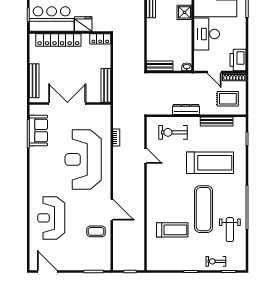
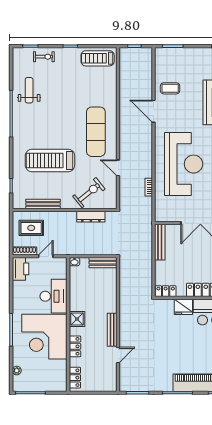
door: (214, 72) -> (46, 256), hinge flipped
dresser: (186, 110) -> (91, 217), moved
exercise bike: (173, 132) -> (89, 193), turned -39
exercise mat: (204, 209) -> (96, 132), moved
treadmill: (172, 230) -> (98, 58), moved

